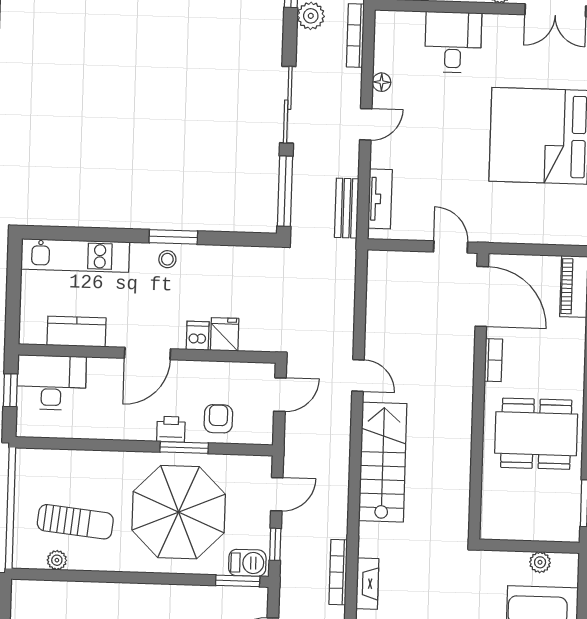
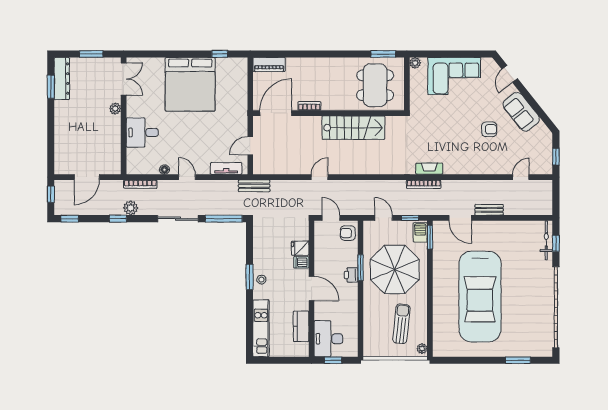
bench: (347, 208) -> (254, 186), moved
door: (451, 247) -> (250, 146), moved
armchair: (218, 419) -> (348, 233), moved
dining table: (536, 434) -> (375, 85), moved
stairs: (383, 462) -> (353, 128), moved, turned 180
plant: (57, 560) -> (422, 349), moved
plant: (540, 562) -> (415, 63), moved

